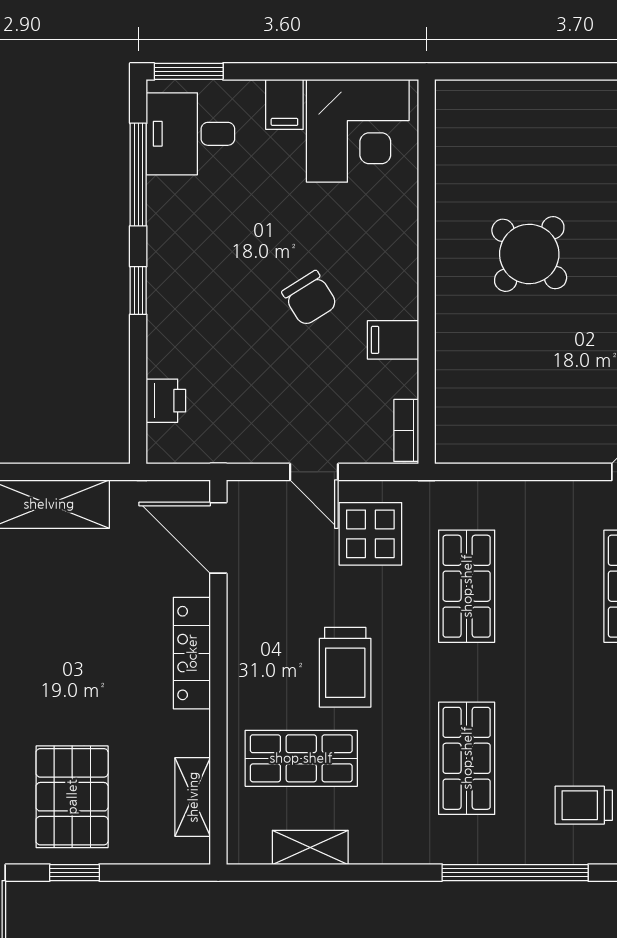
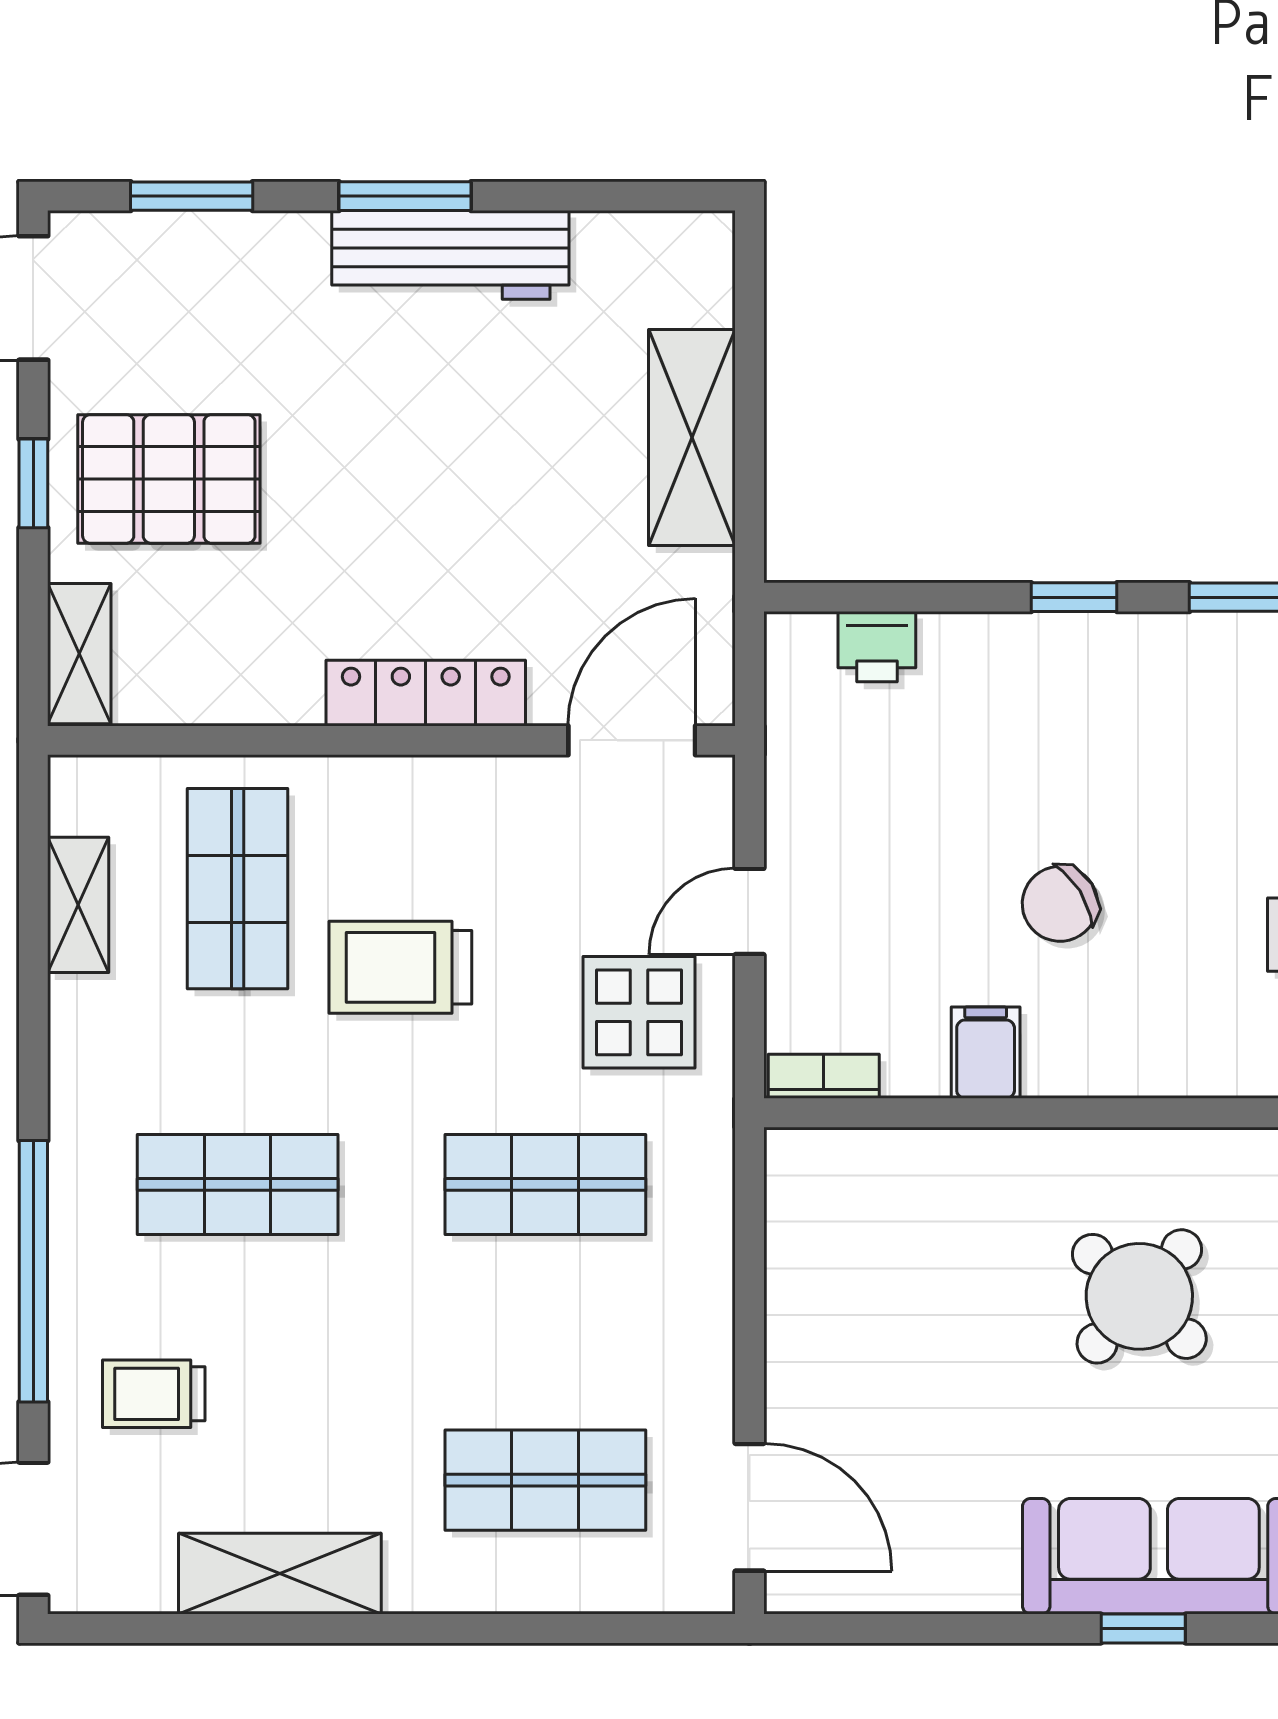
shelving: (193, 797) -> (79, 654), moved, turned 90
trolley: (584, 805) -> (154, 1394), turned -90

